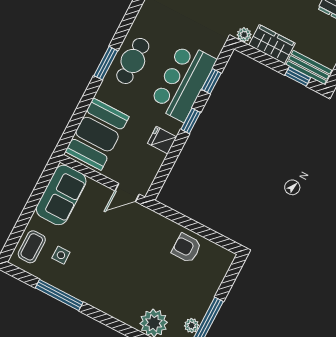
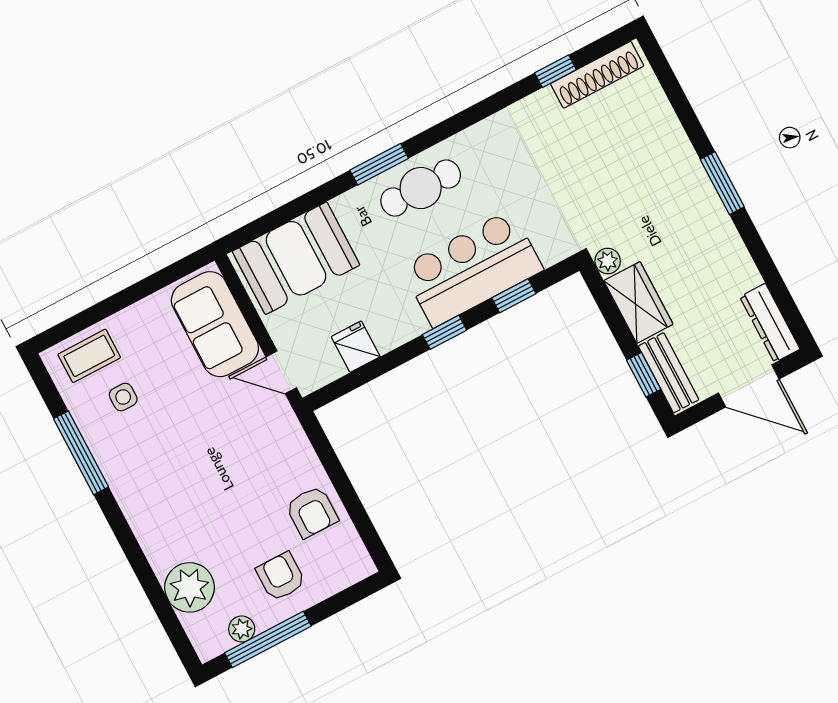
fridge: (162, 140) -> (356, 347), moved
sofa: (61, 195) -> (215, 324), moved, turned 90
armchair: (187, 248) -> (312, 512), turned 180
armchair: (193, 288) -> (281, 577), added

